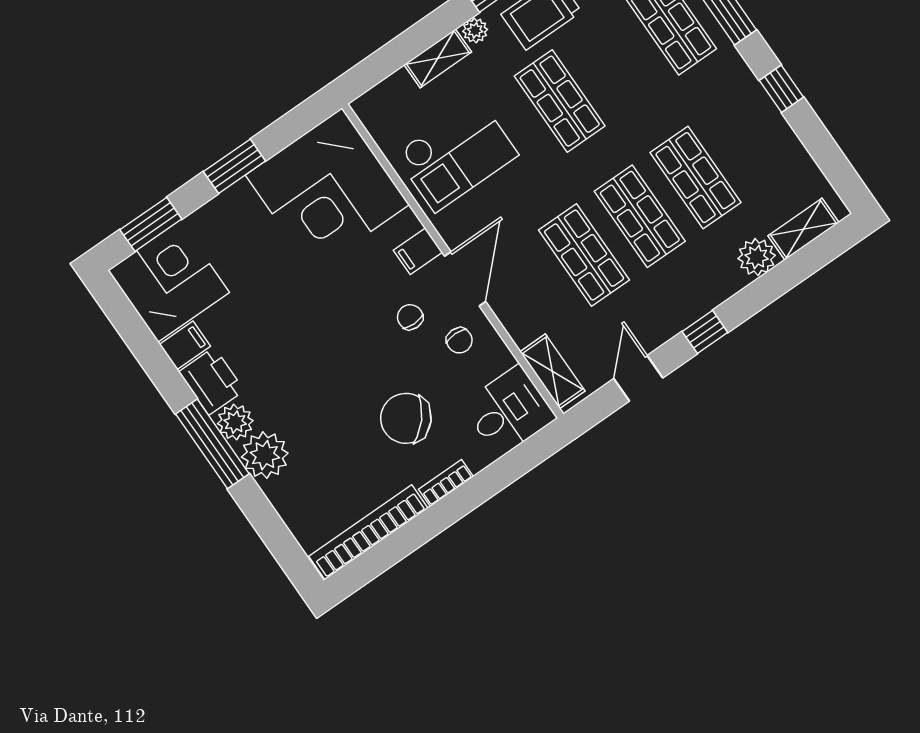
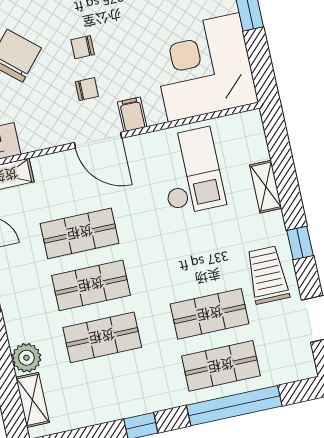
plant: (475, 30) -> (275, 222), removed
shop shelf: (560, 101) -> (210, 314), moved
checkout: (457, 154) -> (191, 171), turned 180
chair: (459, 340) -> (83, 47), moved

